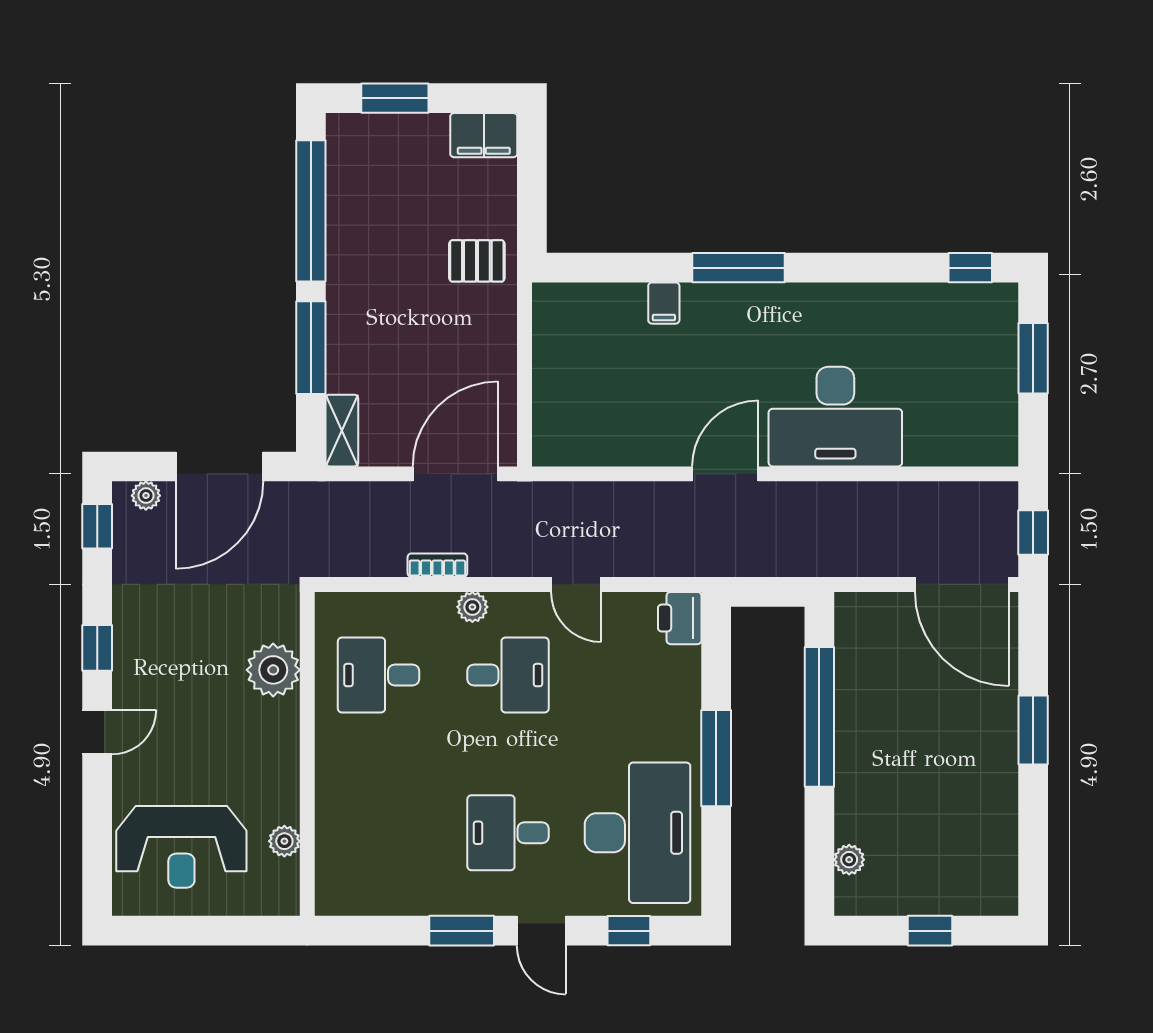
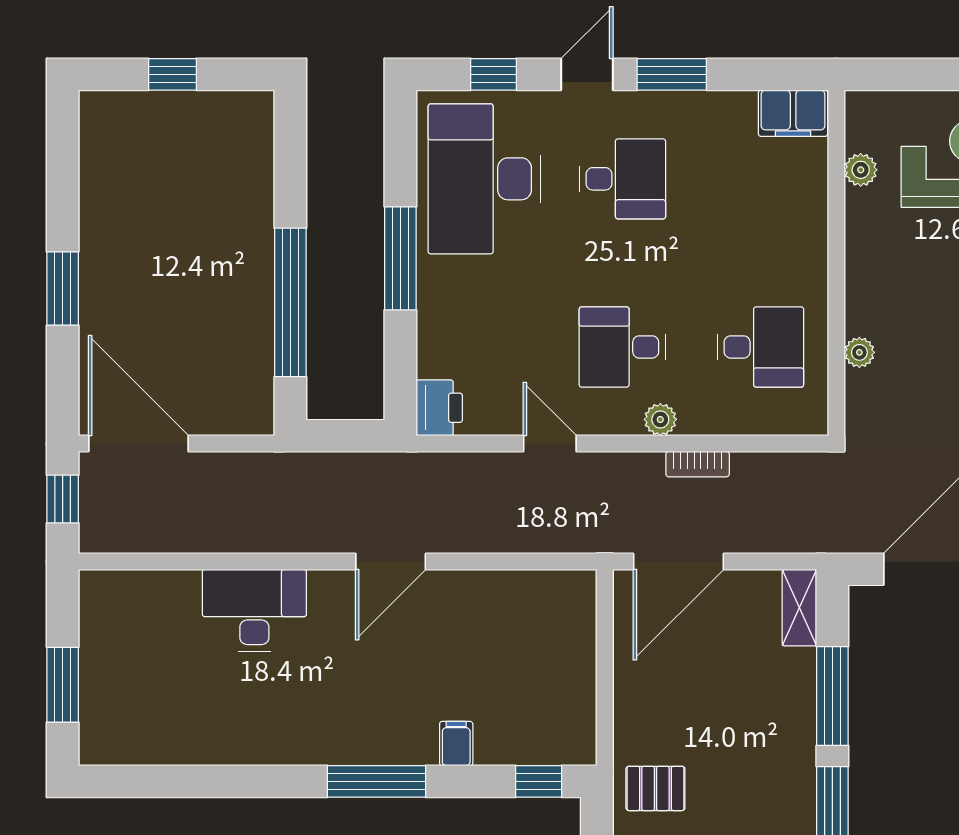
window: (970, 268) -> (539, 781), moved
desk: (835, 417) -> (254, 610), width x0.73, depth x0.77
plant: (273, 670) -> (859, 352), width x0.53, depth x0.53
plant: (849, 860) -> (259, 150), removed
filing cabinet: (348, 894) -> (793, 113), added
door: (541, 931) -> (587, 74), hinge flipped

